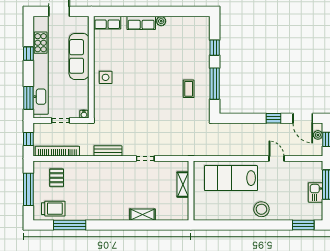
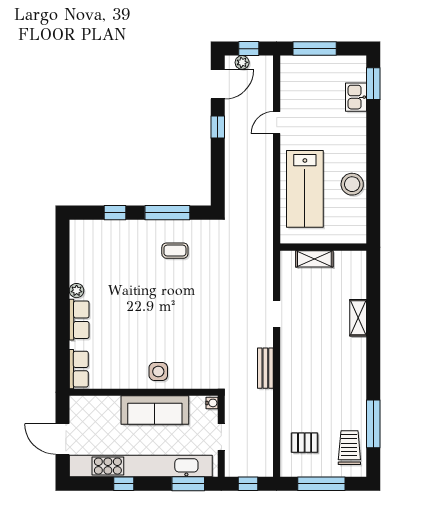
sofa: (79, 56) -> (155, 410), moved
bookcase: (57, 151) -> (266, 442), removed
kitchen sink: (315, 192) -> (356, 97), moved, turned 90
stool: (261, 209) -> (352, 184), moved

